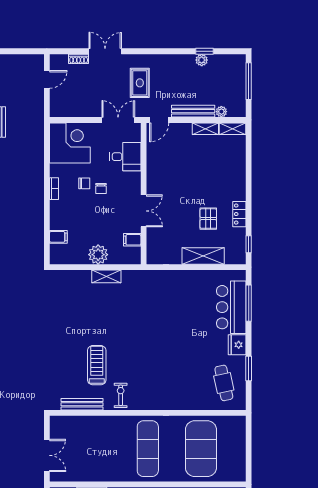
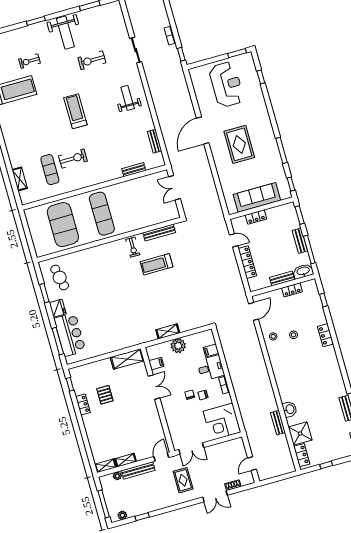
plant: (202, 60) -> (122, 515), moved
desk: (125, 157) -> (211, 368), moved, turned 180
double door: (144, 211) -> (154, 387), swing flipped
shelving: (203, 256) -> (127, 359), moved
treadmill: (97, 365) -> (156, 264), turned 90

